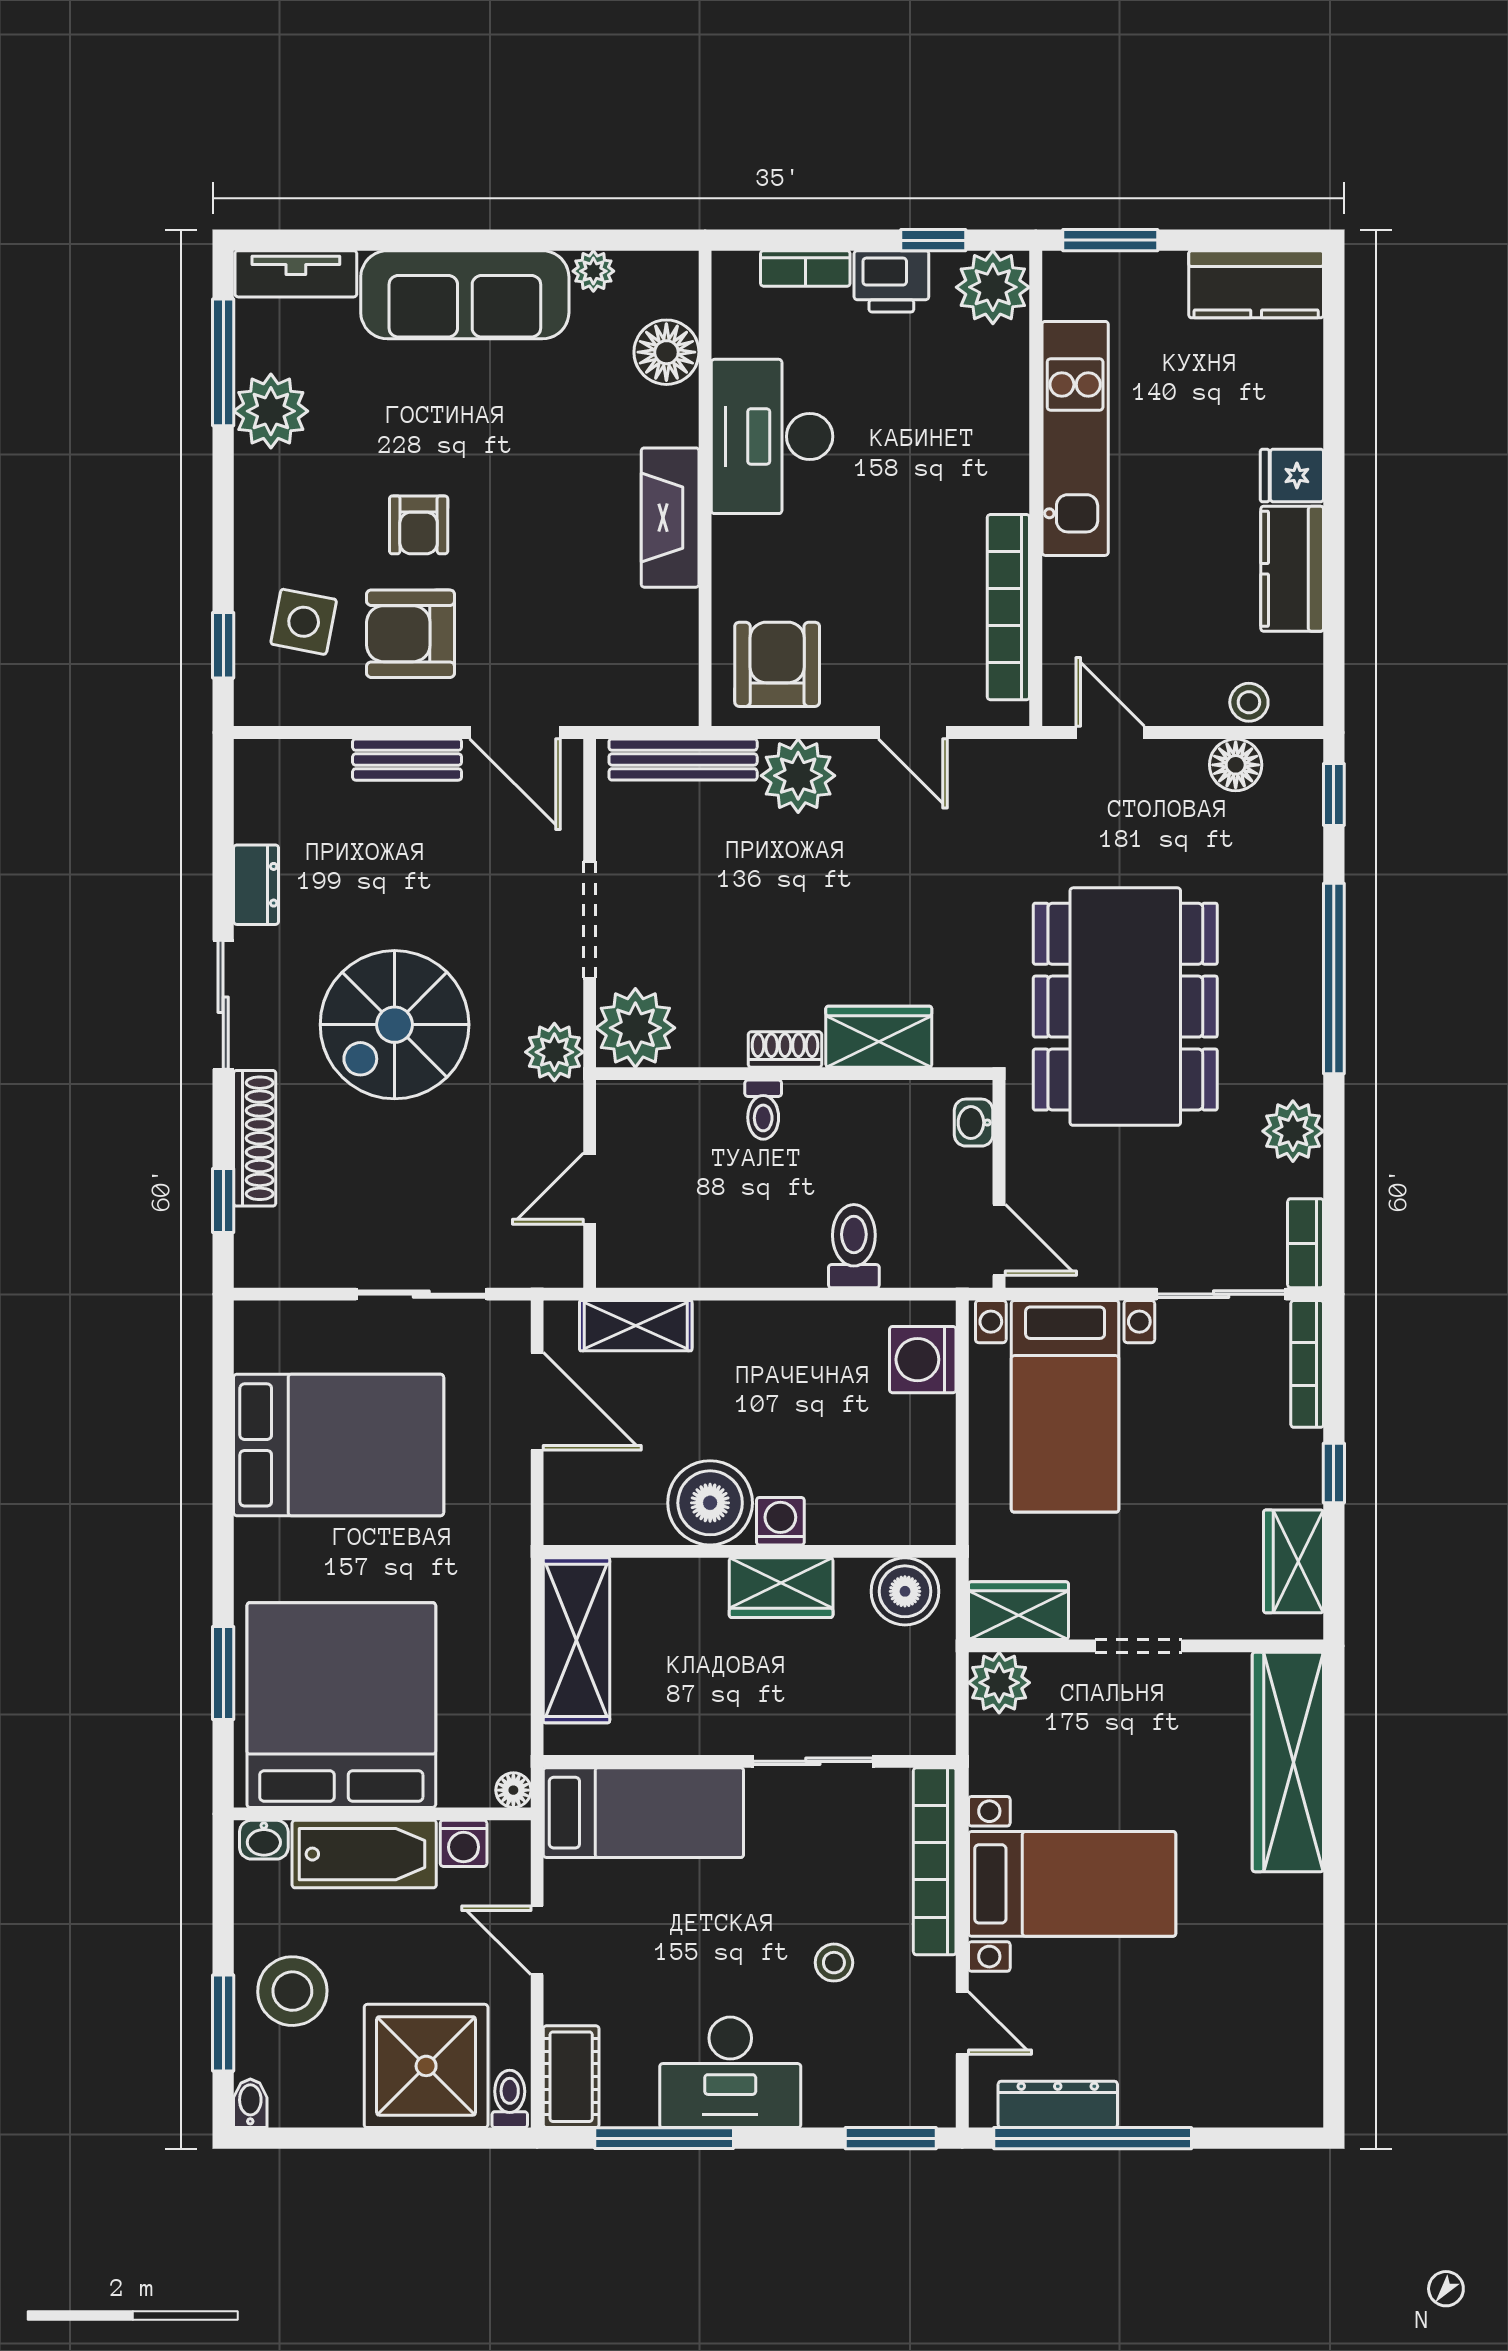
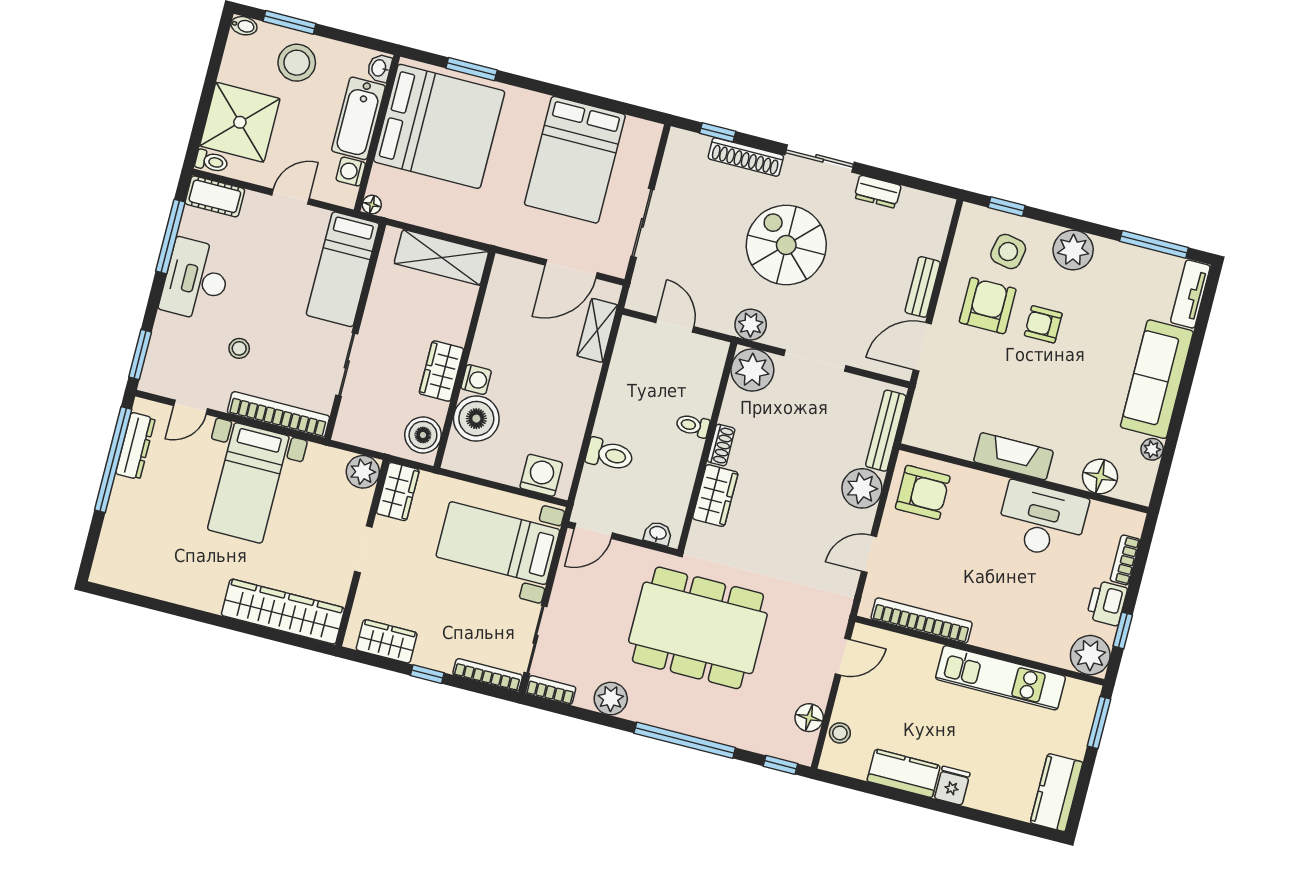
plant: (271, 411) -> (1073, 250), moved
boiler: (710, 1503) -> (476, 419), moved

